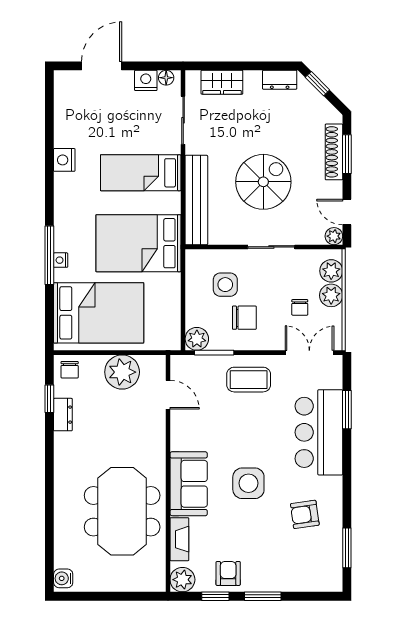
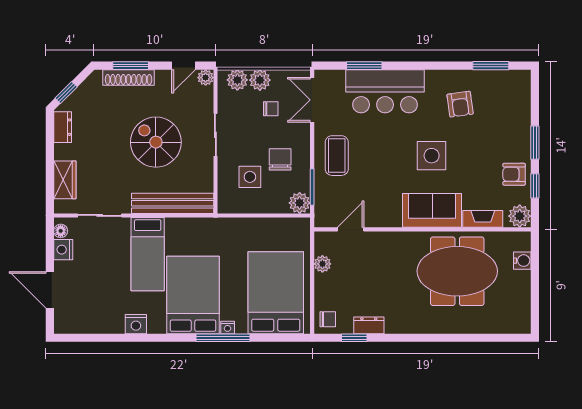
bed: (139, 243) -> (193, 295), moved, turned 180
plant: (122, 372) -> (322, 264), width x0.53, depth x0.53
water cooler: (63, 578) -> (522, 261), moved, turned -90

